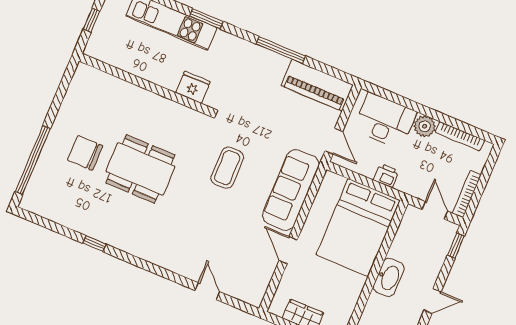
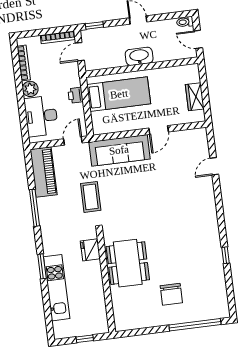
coffee table: (227, 168) -> (91, 197), moved, turned 90
dining table: (140, 169) -> (128, 263), moved
bed: (358, 227) -> (119, 94), width x0.67

